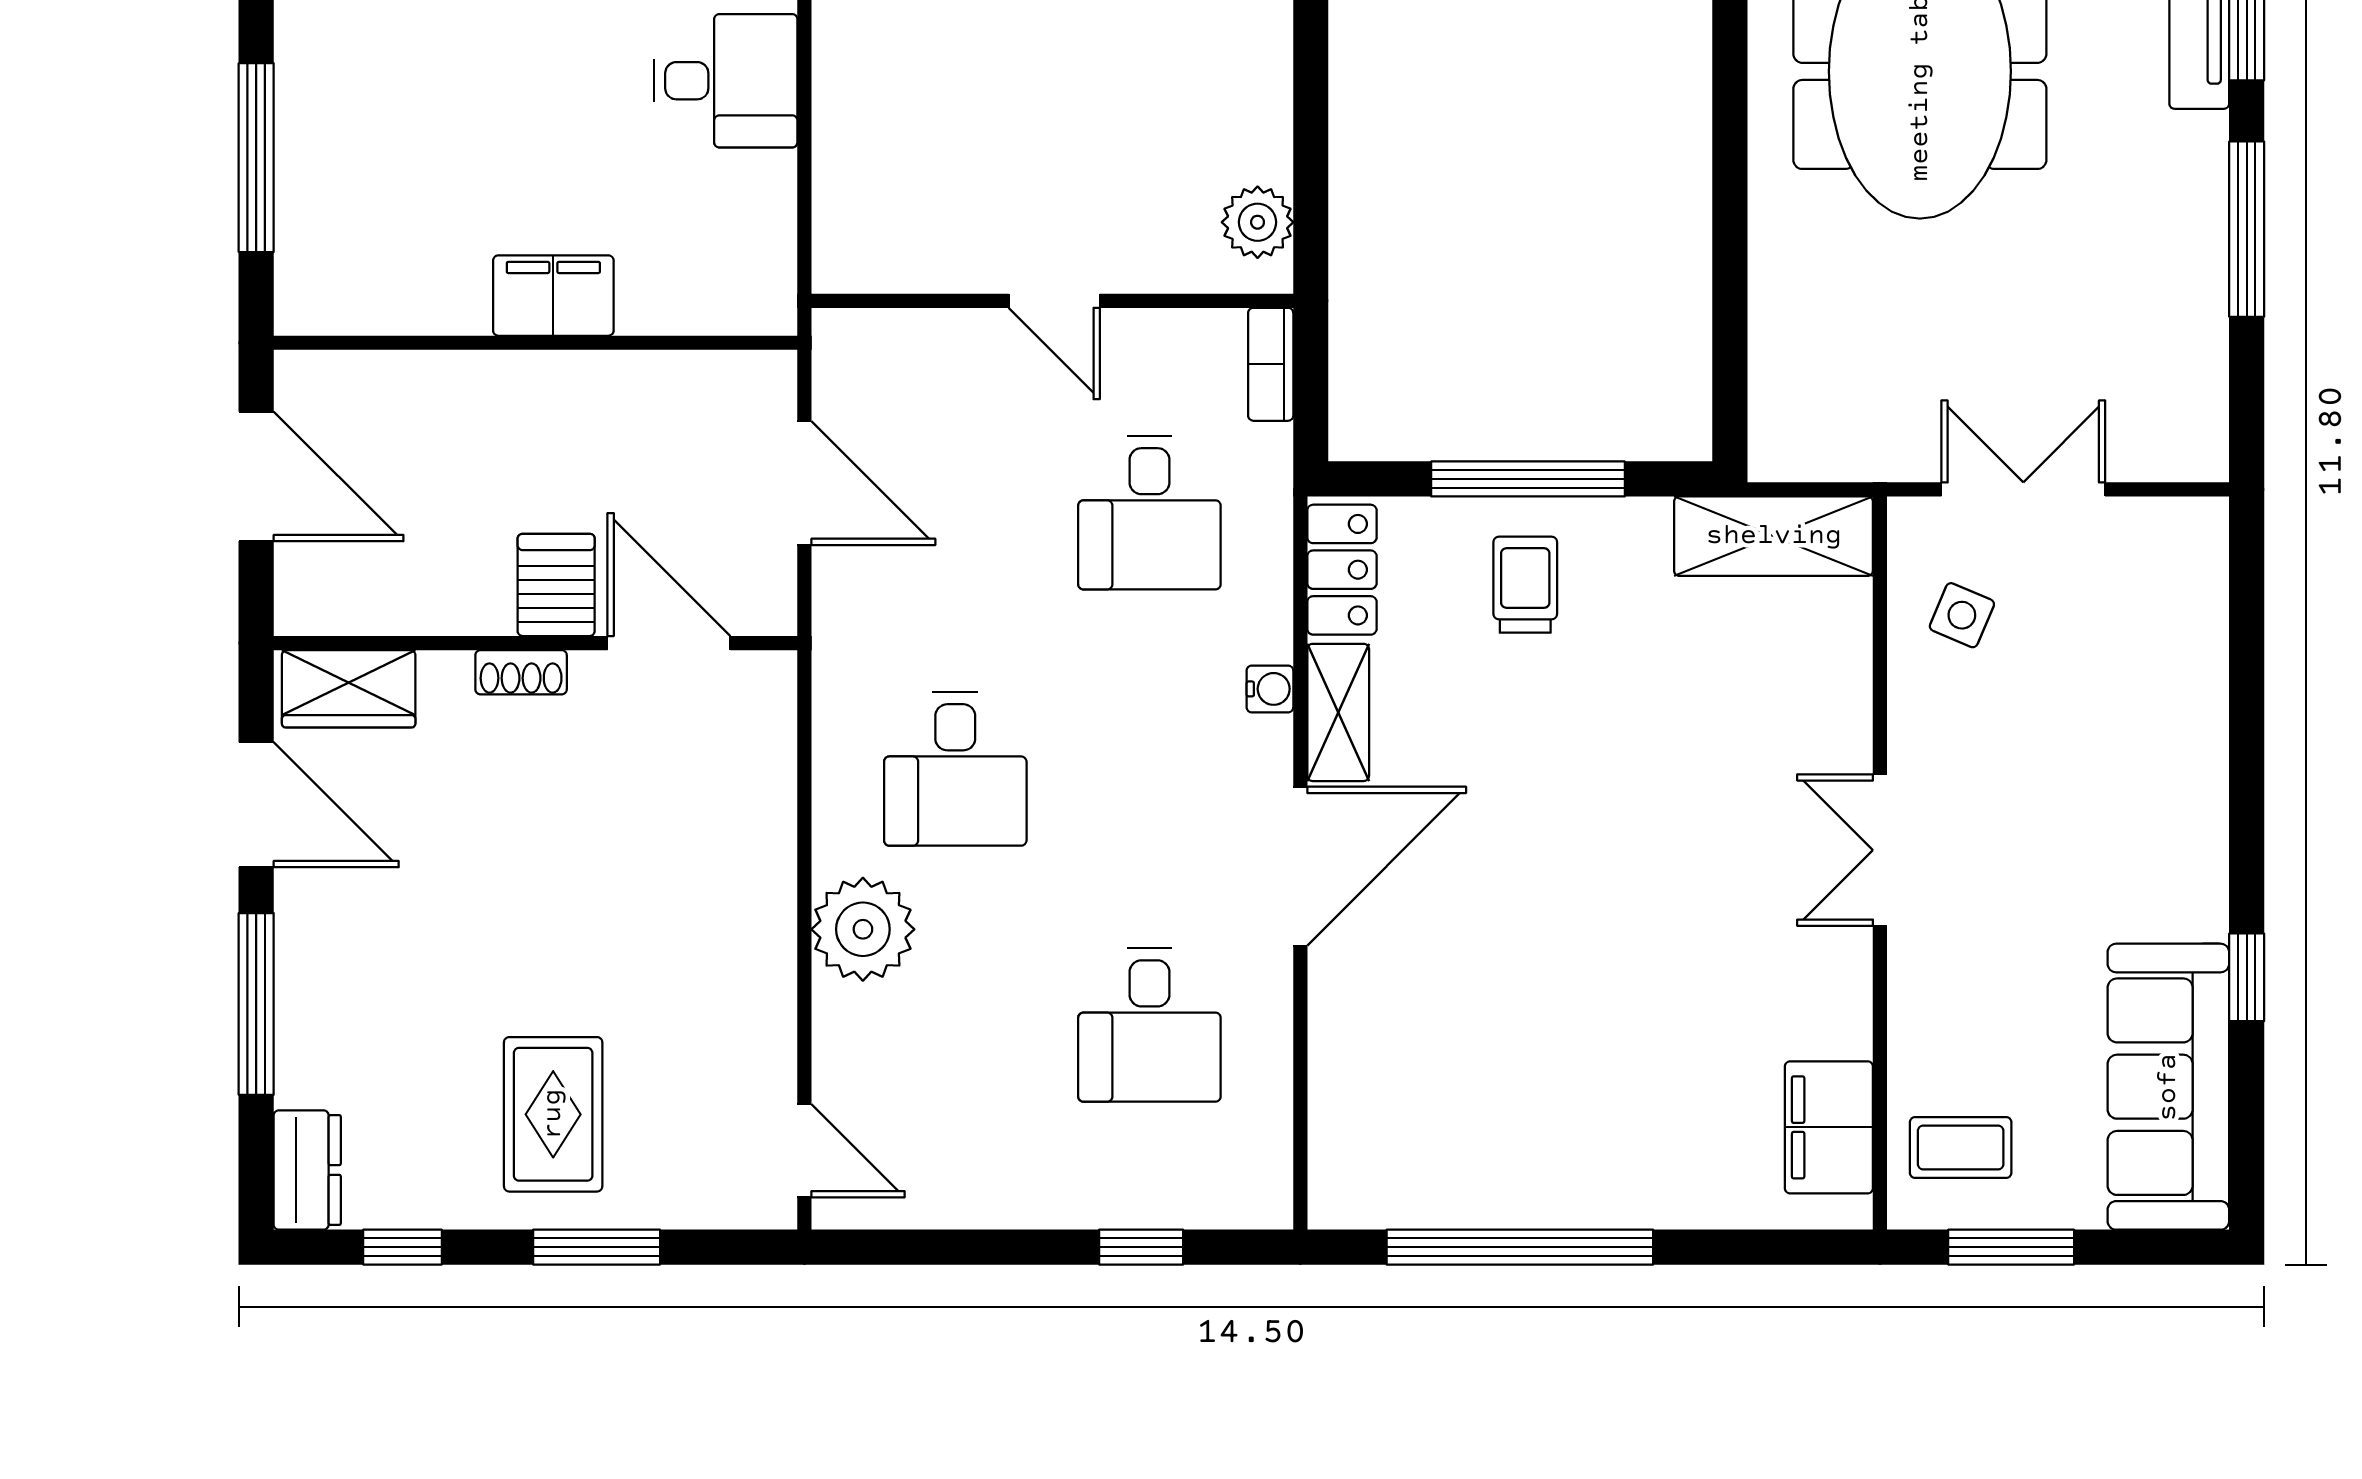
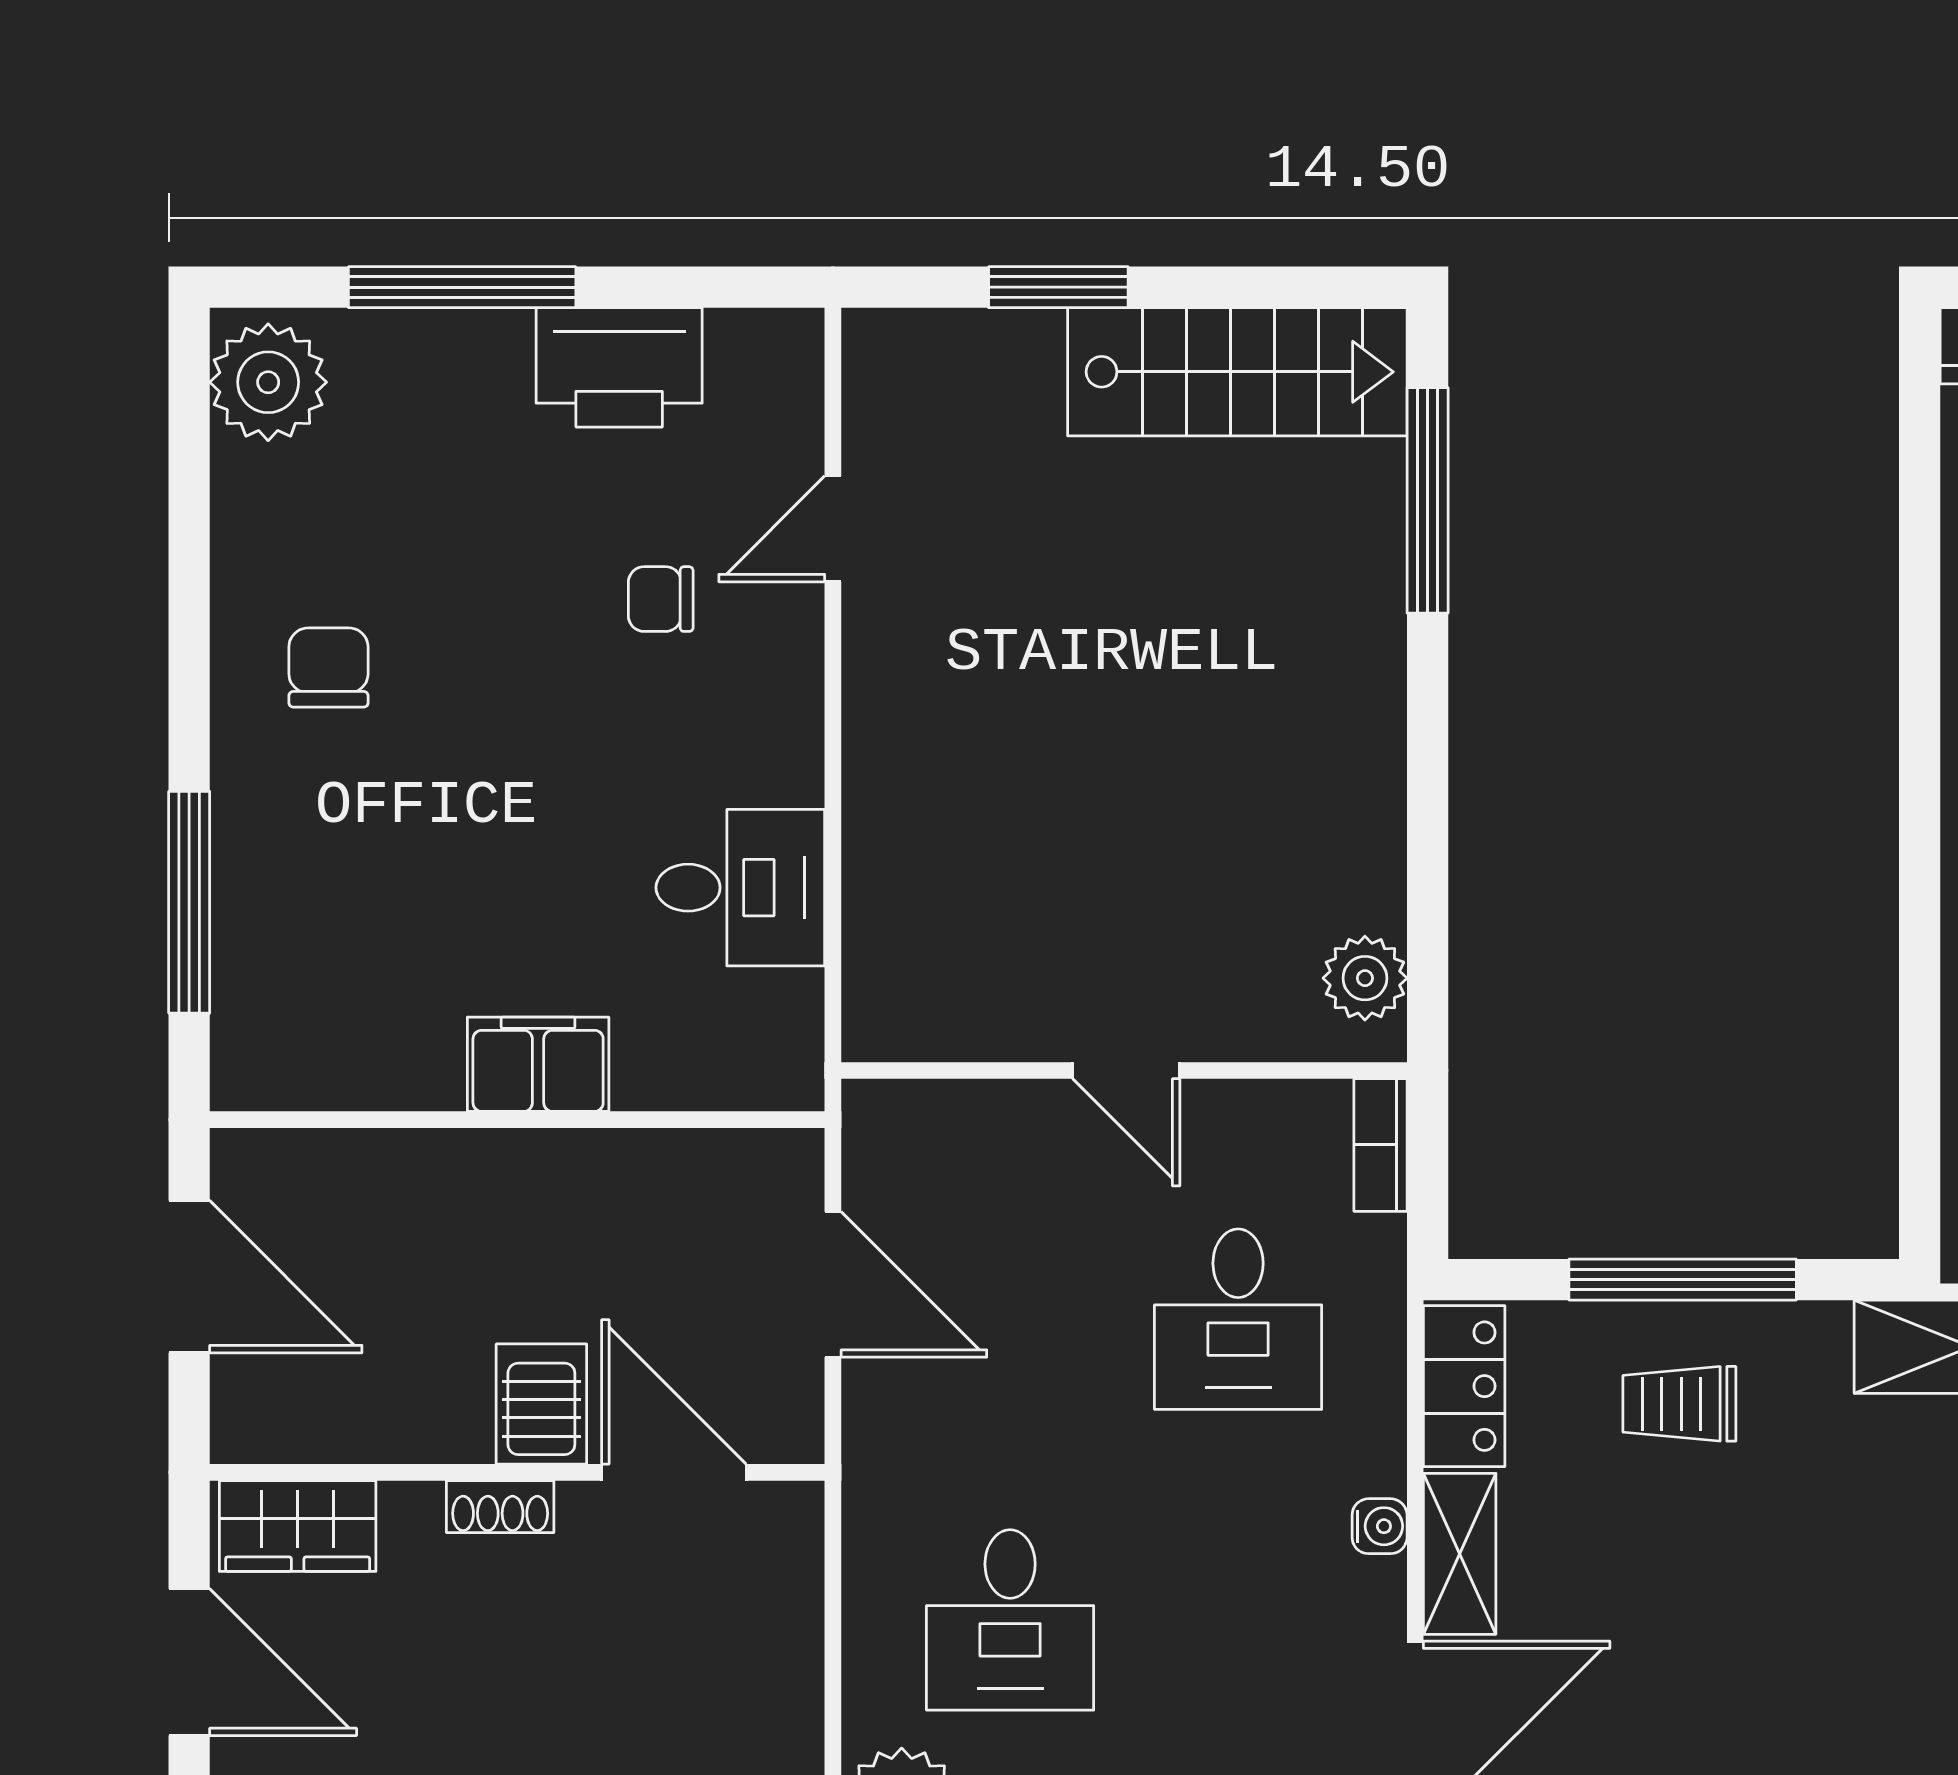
desk: (726, 81) -> (740, 888), moved
trolley: (1525, 585) -> (1679, 1404), turned -90

